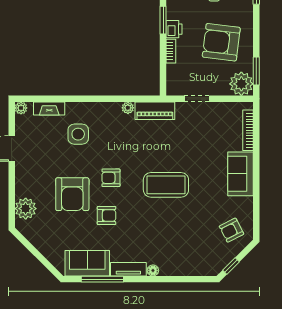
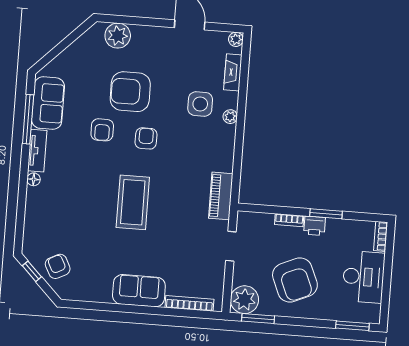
armchair: (221, 42) -> (295, 280), turned 150
plant: (128, 108) -> (230, 117), moved
armchair: (232, 230) -> (58, 266), moved

